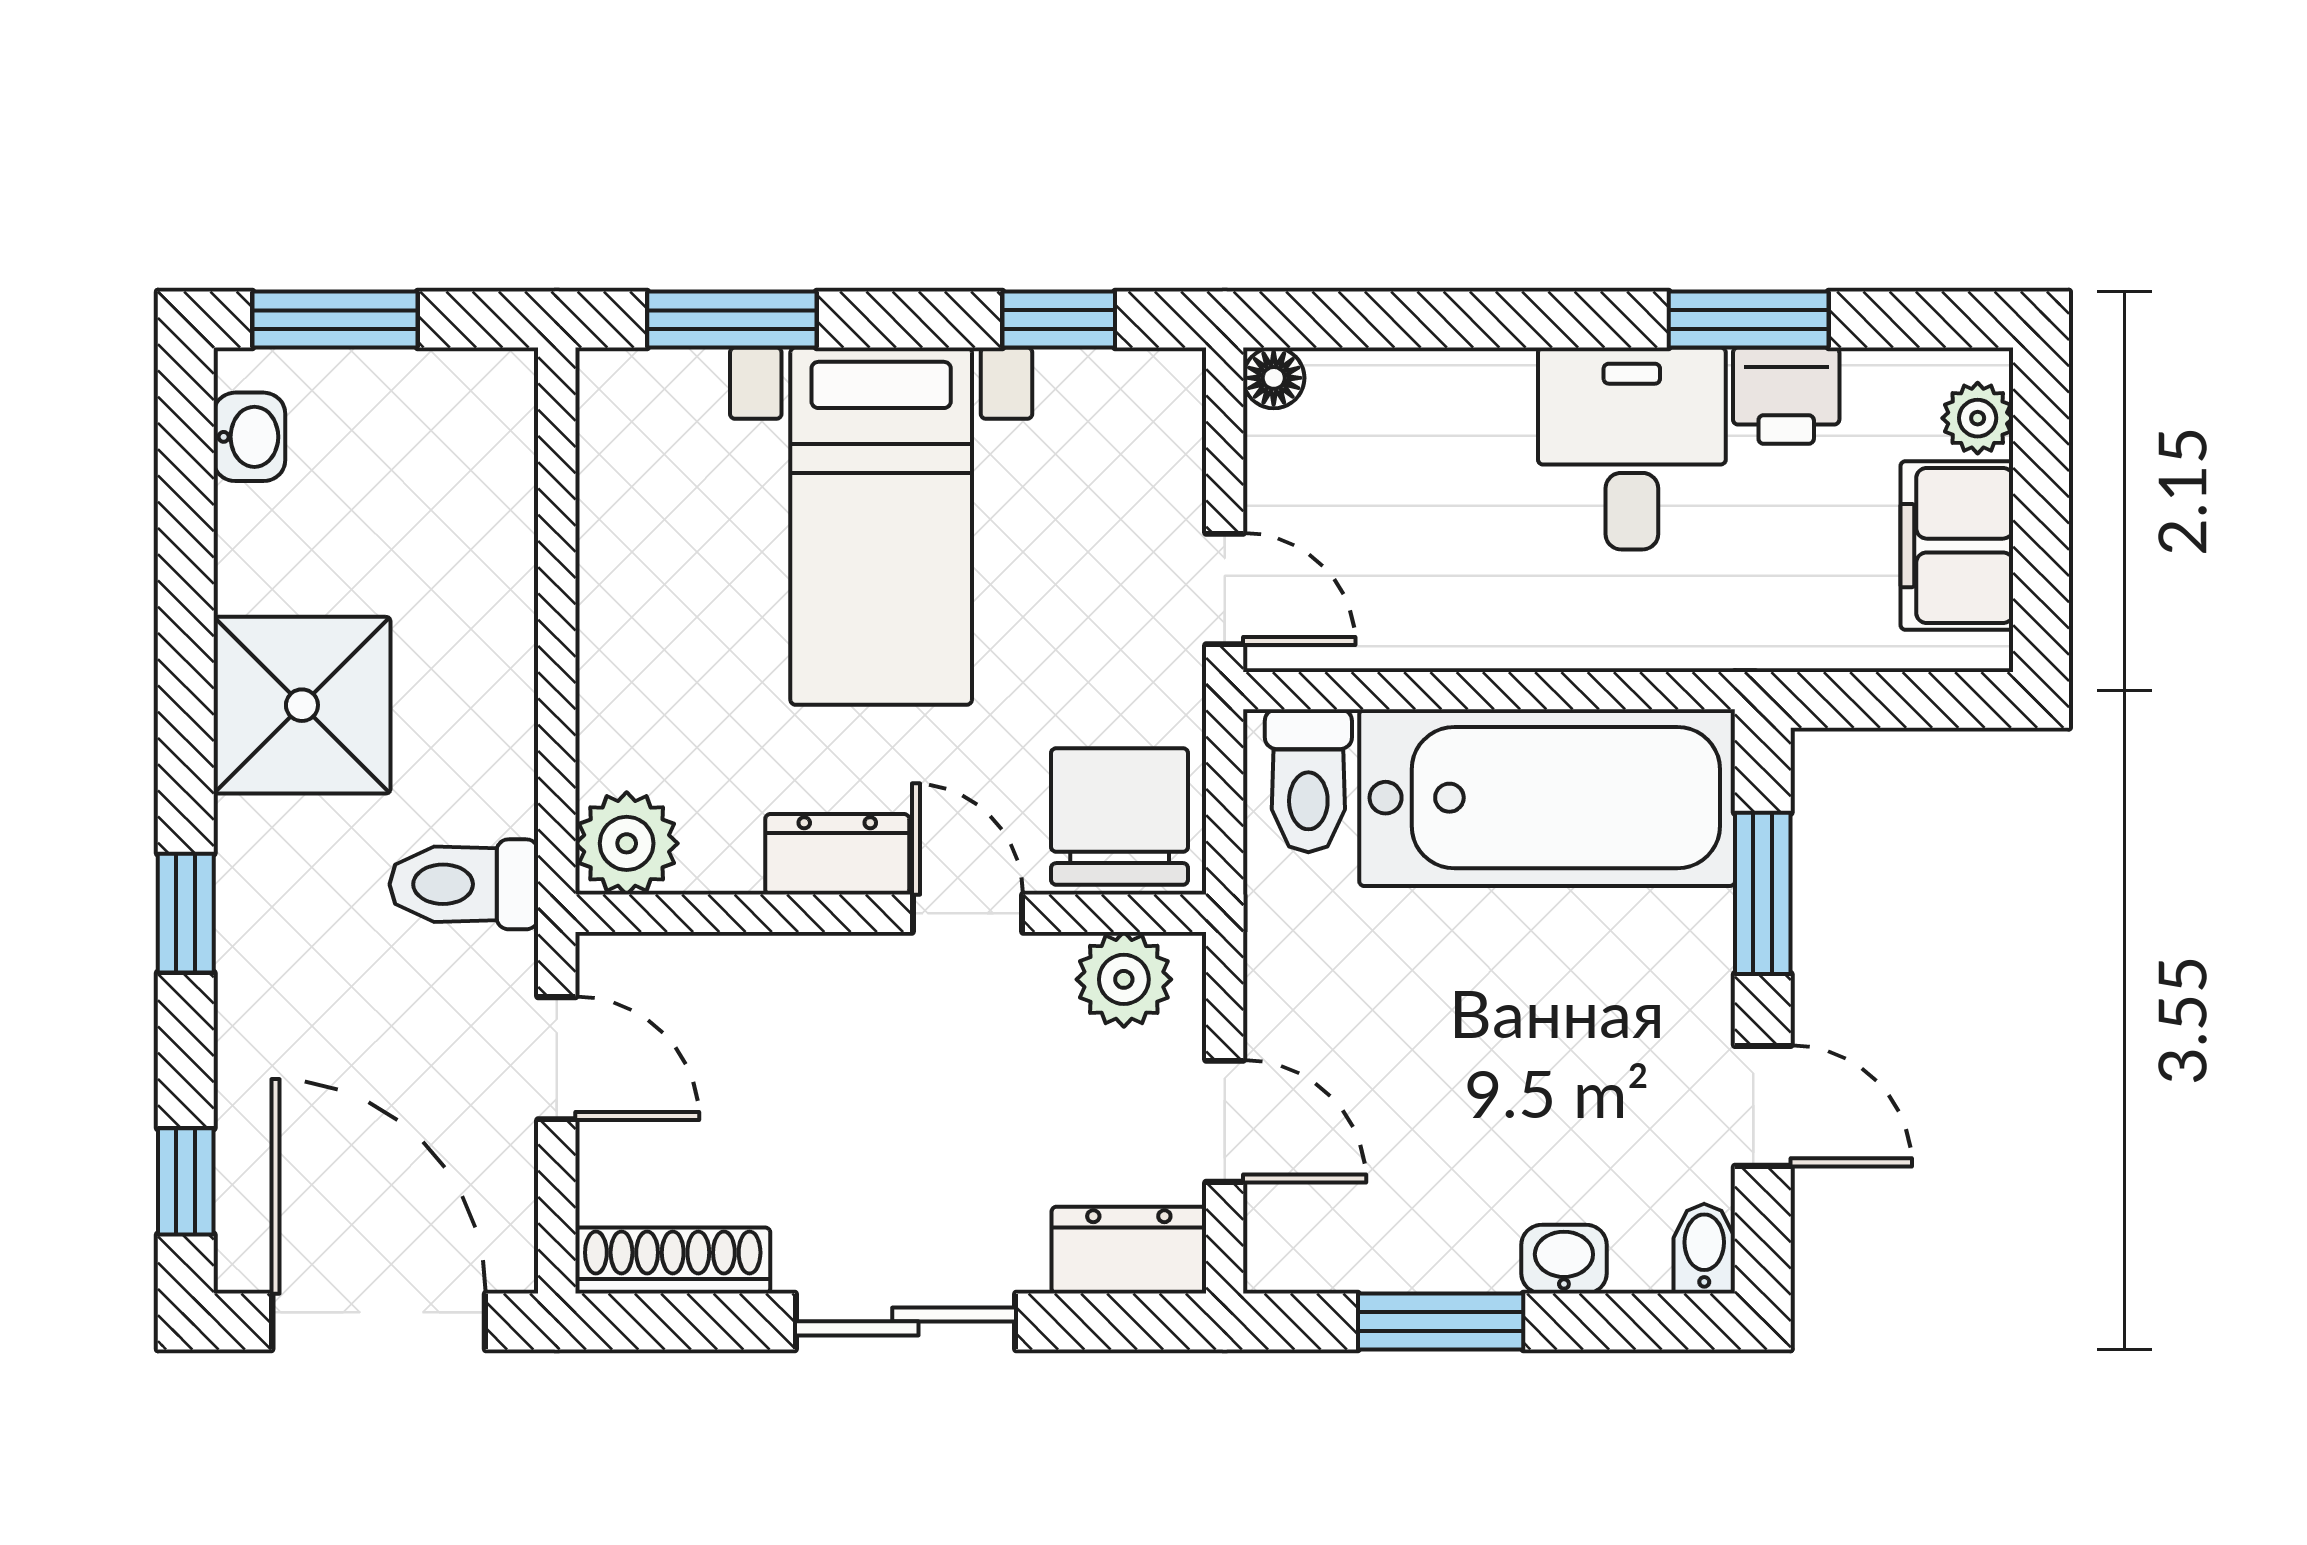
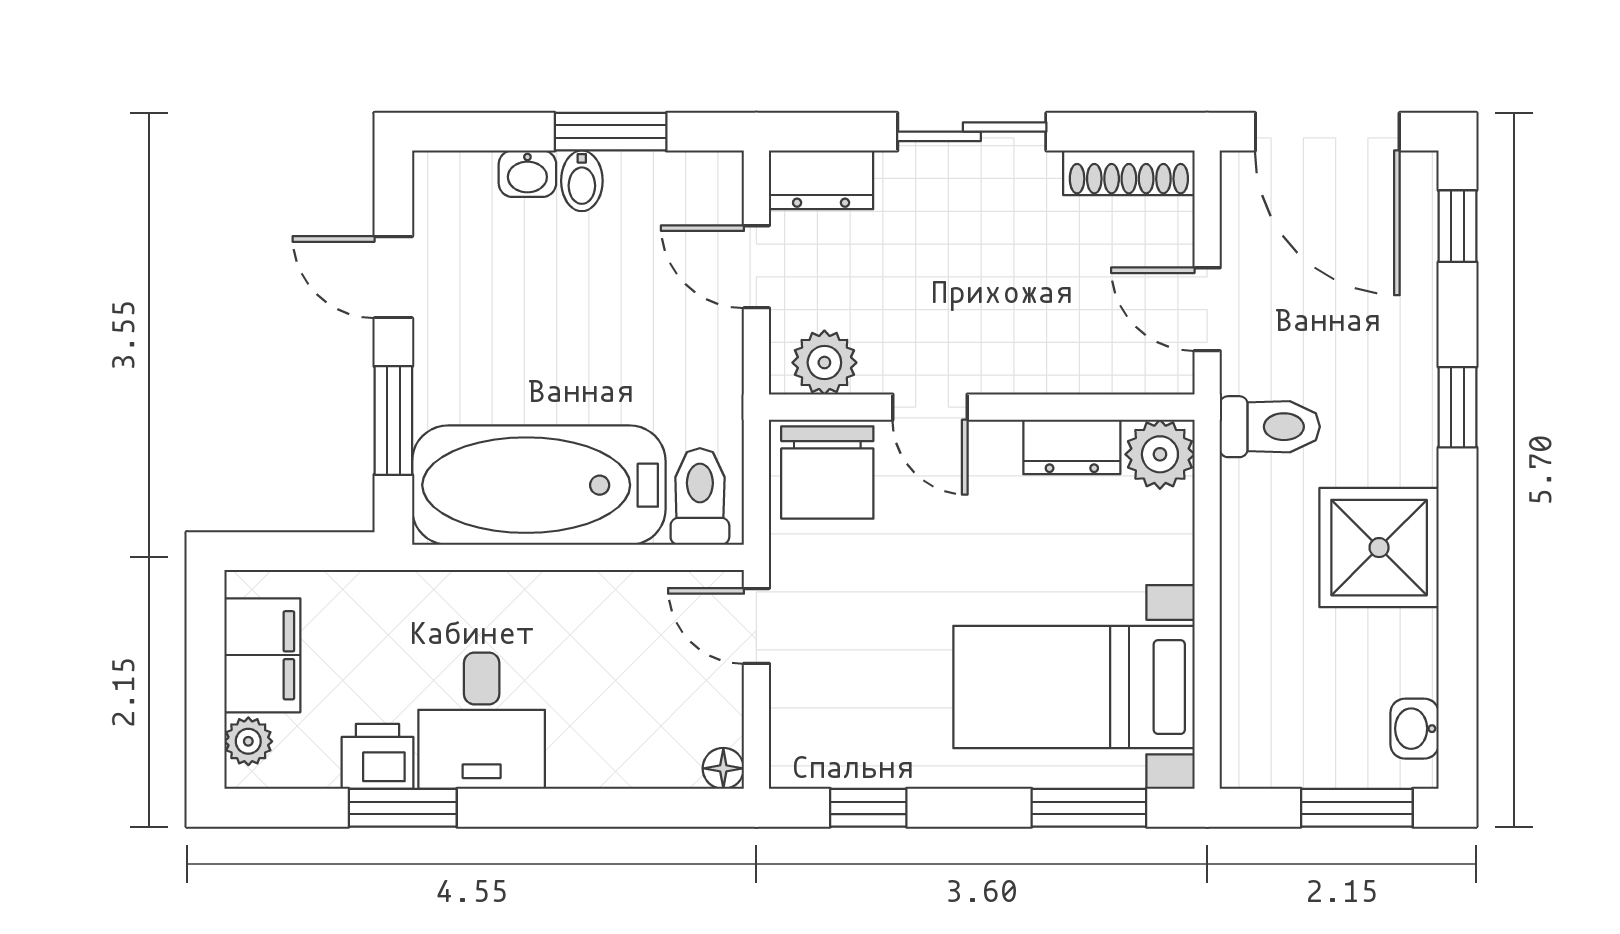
bed with nightstands: (881, 526) -> (1074, 687), moved, turned -90
dresser: (837, 854) -> (1072, 447), moved
bidet: (1704, 1249) -> (582, 181), moved

